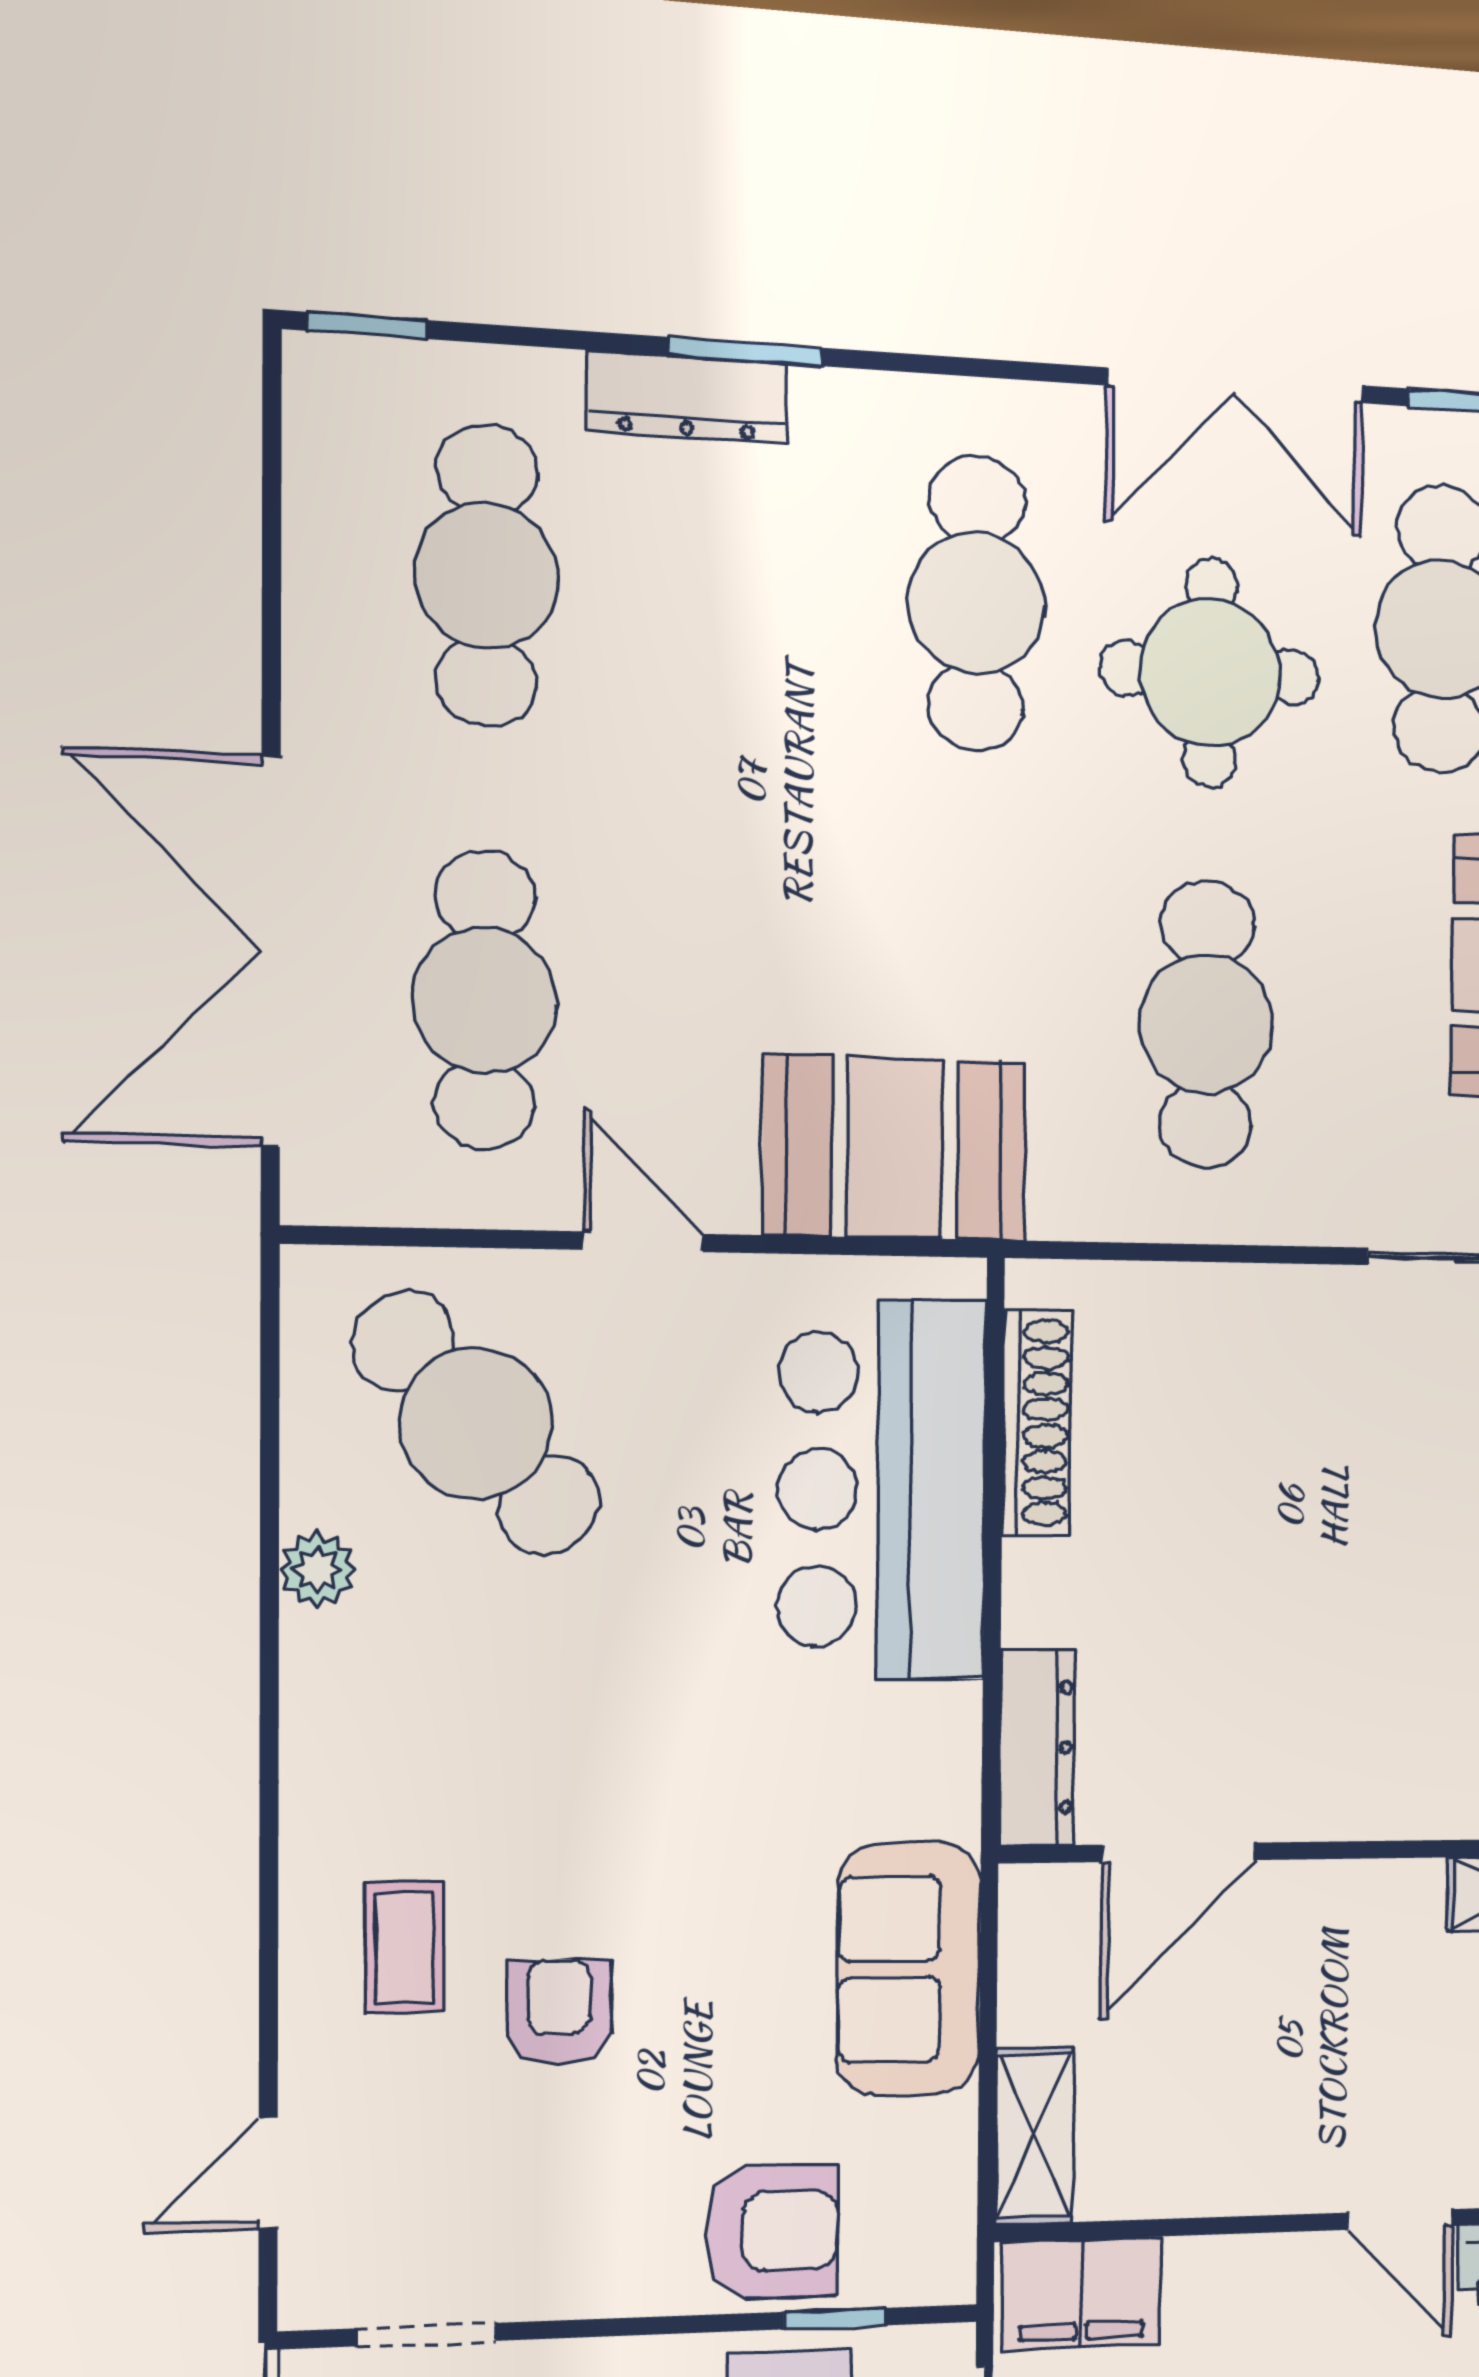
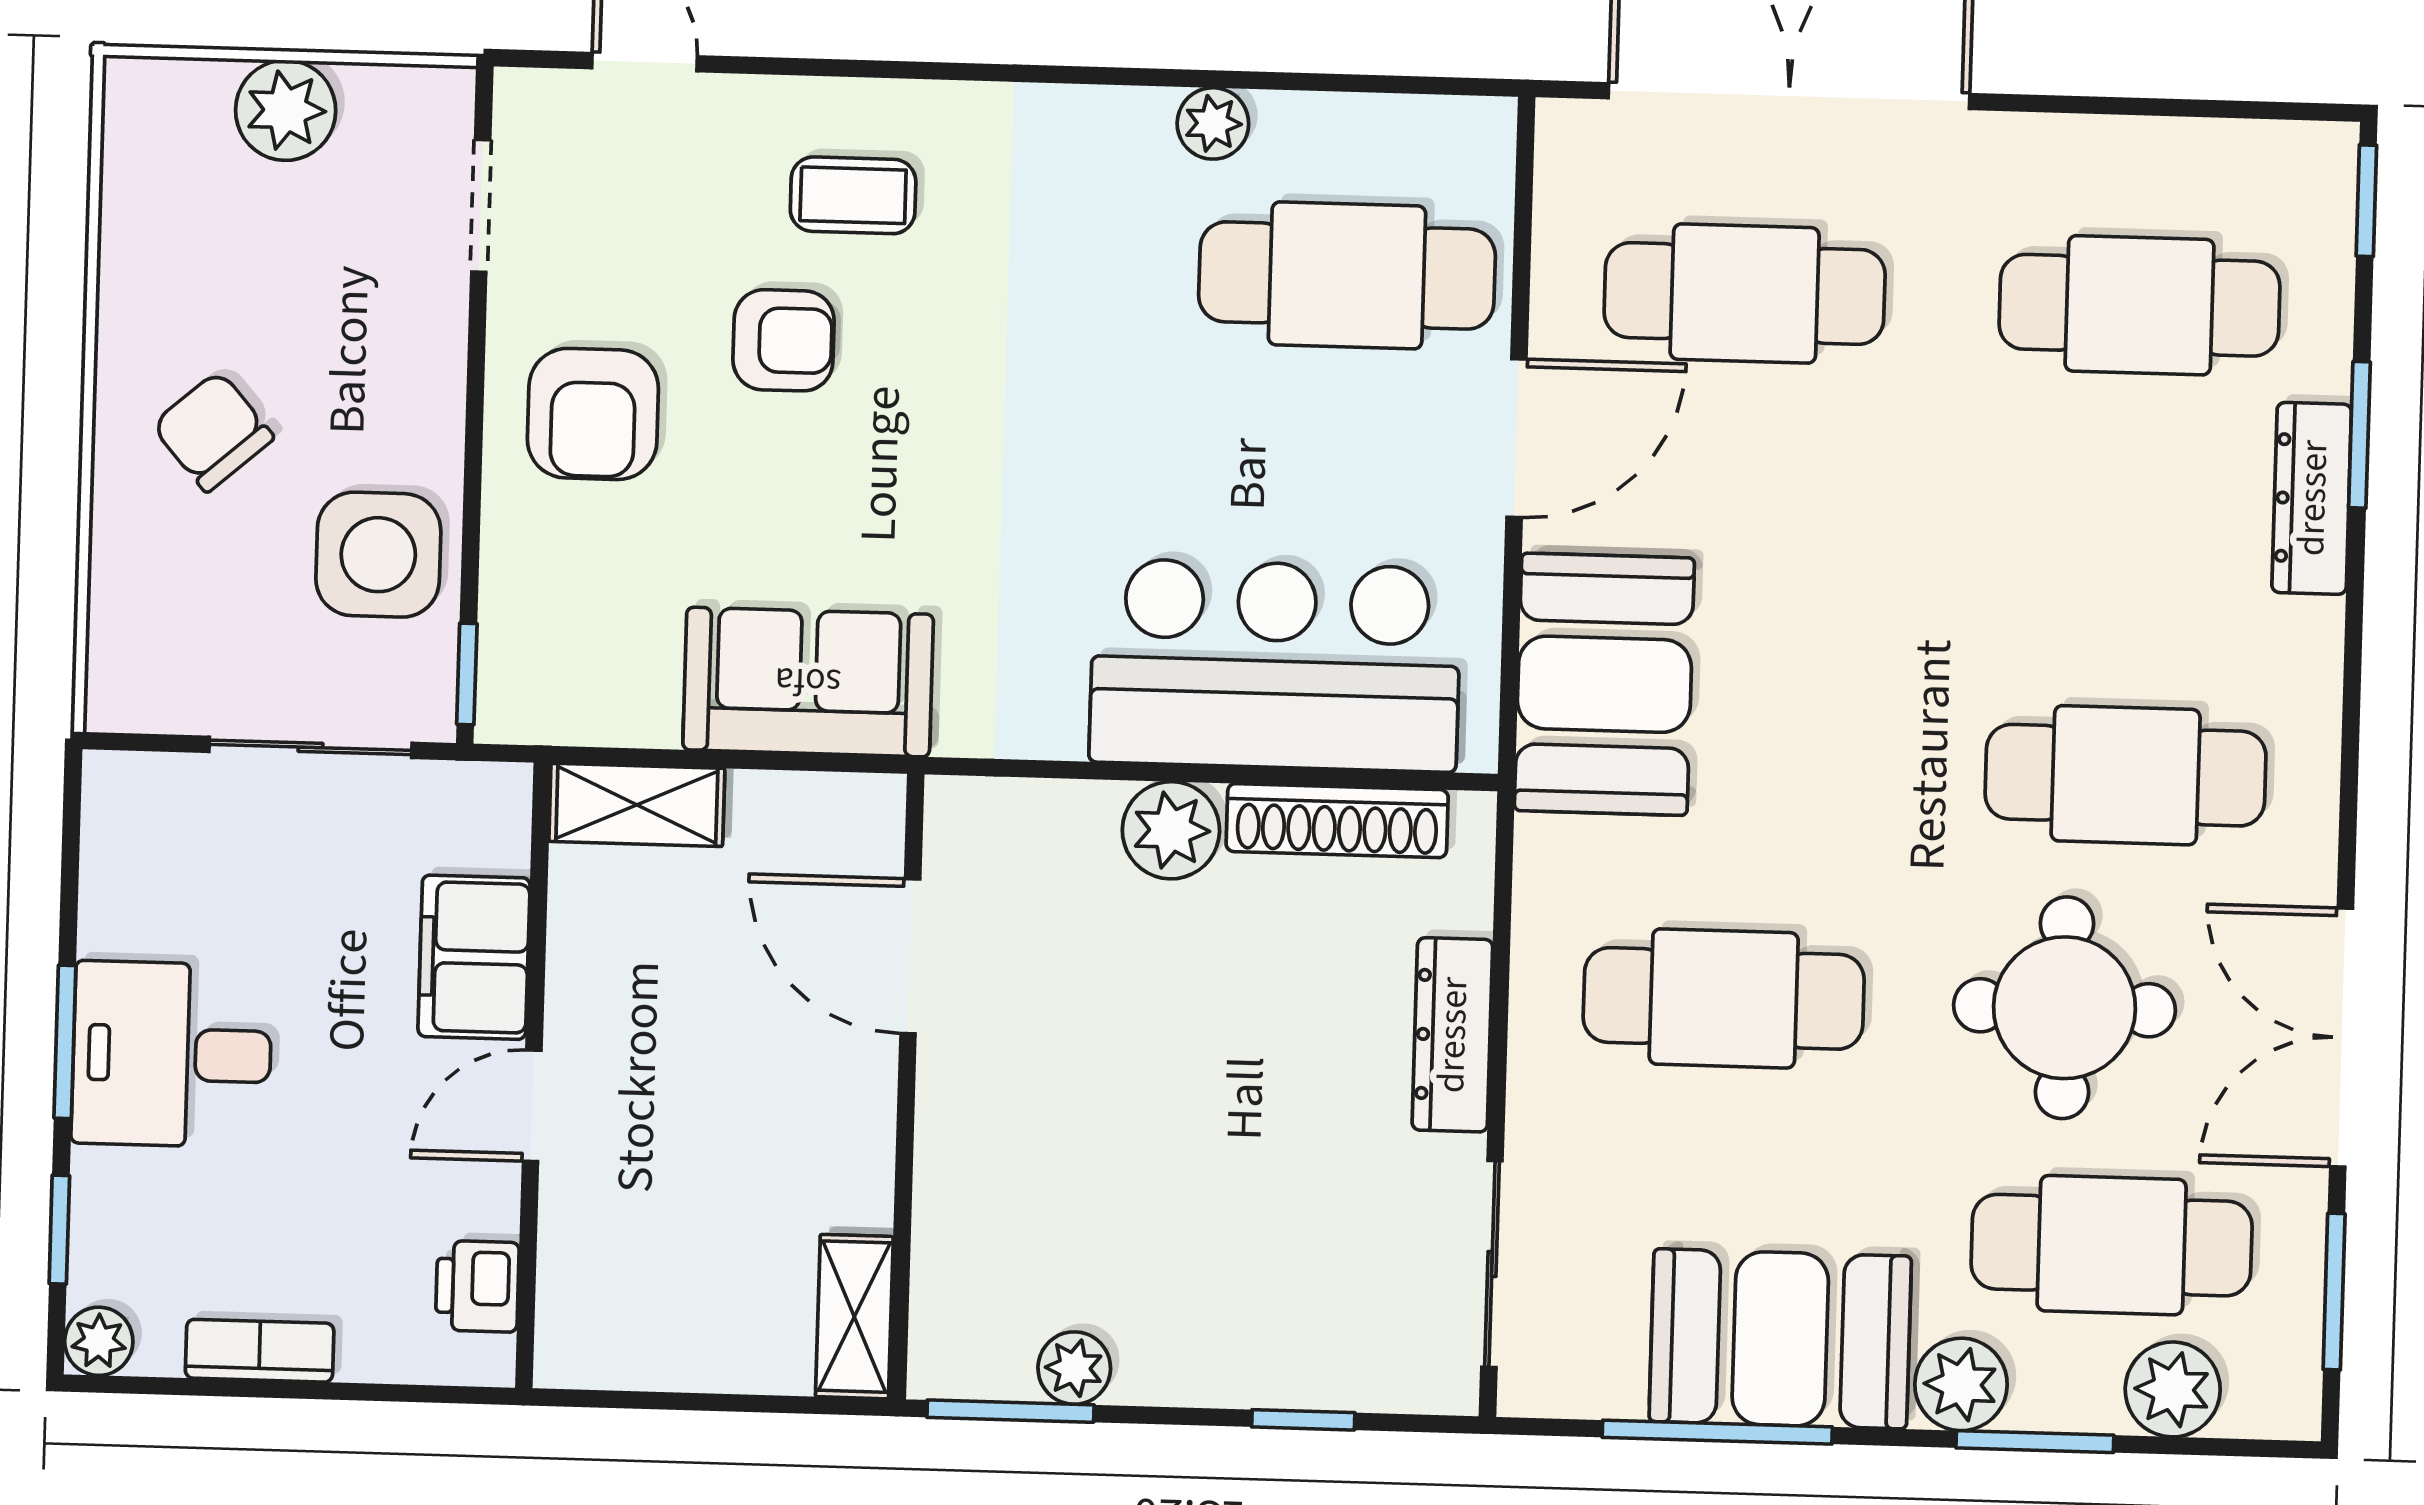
window: (745, 352) -> (2359, 435), moved
door: (643, 1242) -> (1517, 438), width x1.38
cafe table: (476, 1423) -> (1347, 275), turned 42
plant: (1050, 1593) -> (1171, 830), added
dresser: (1037, 1748) -> (1452, 1035), moved, turned 90
door: (1400, 2219) -> (532, 1106), moved
armchair: (772, 2231) -> (593, 414), moved
filing cabinet: (1081, 2293) -> (474, 957), moved
window: (835, 2319) -> (467, 674), moved

